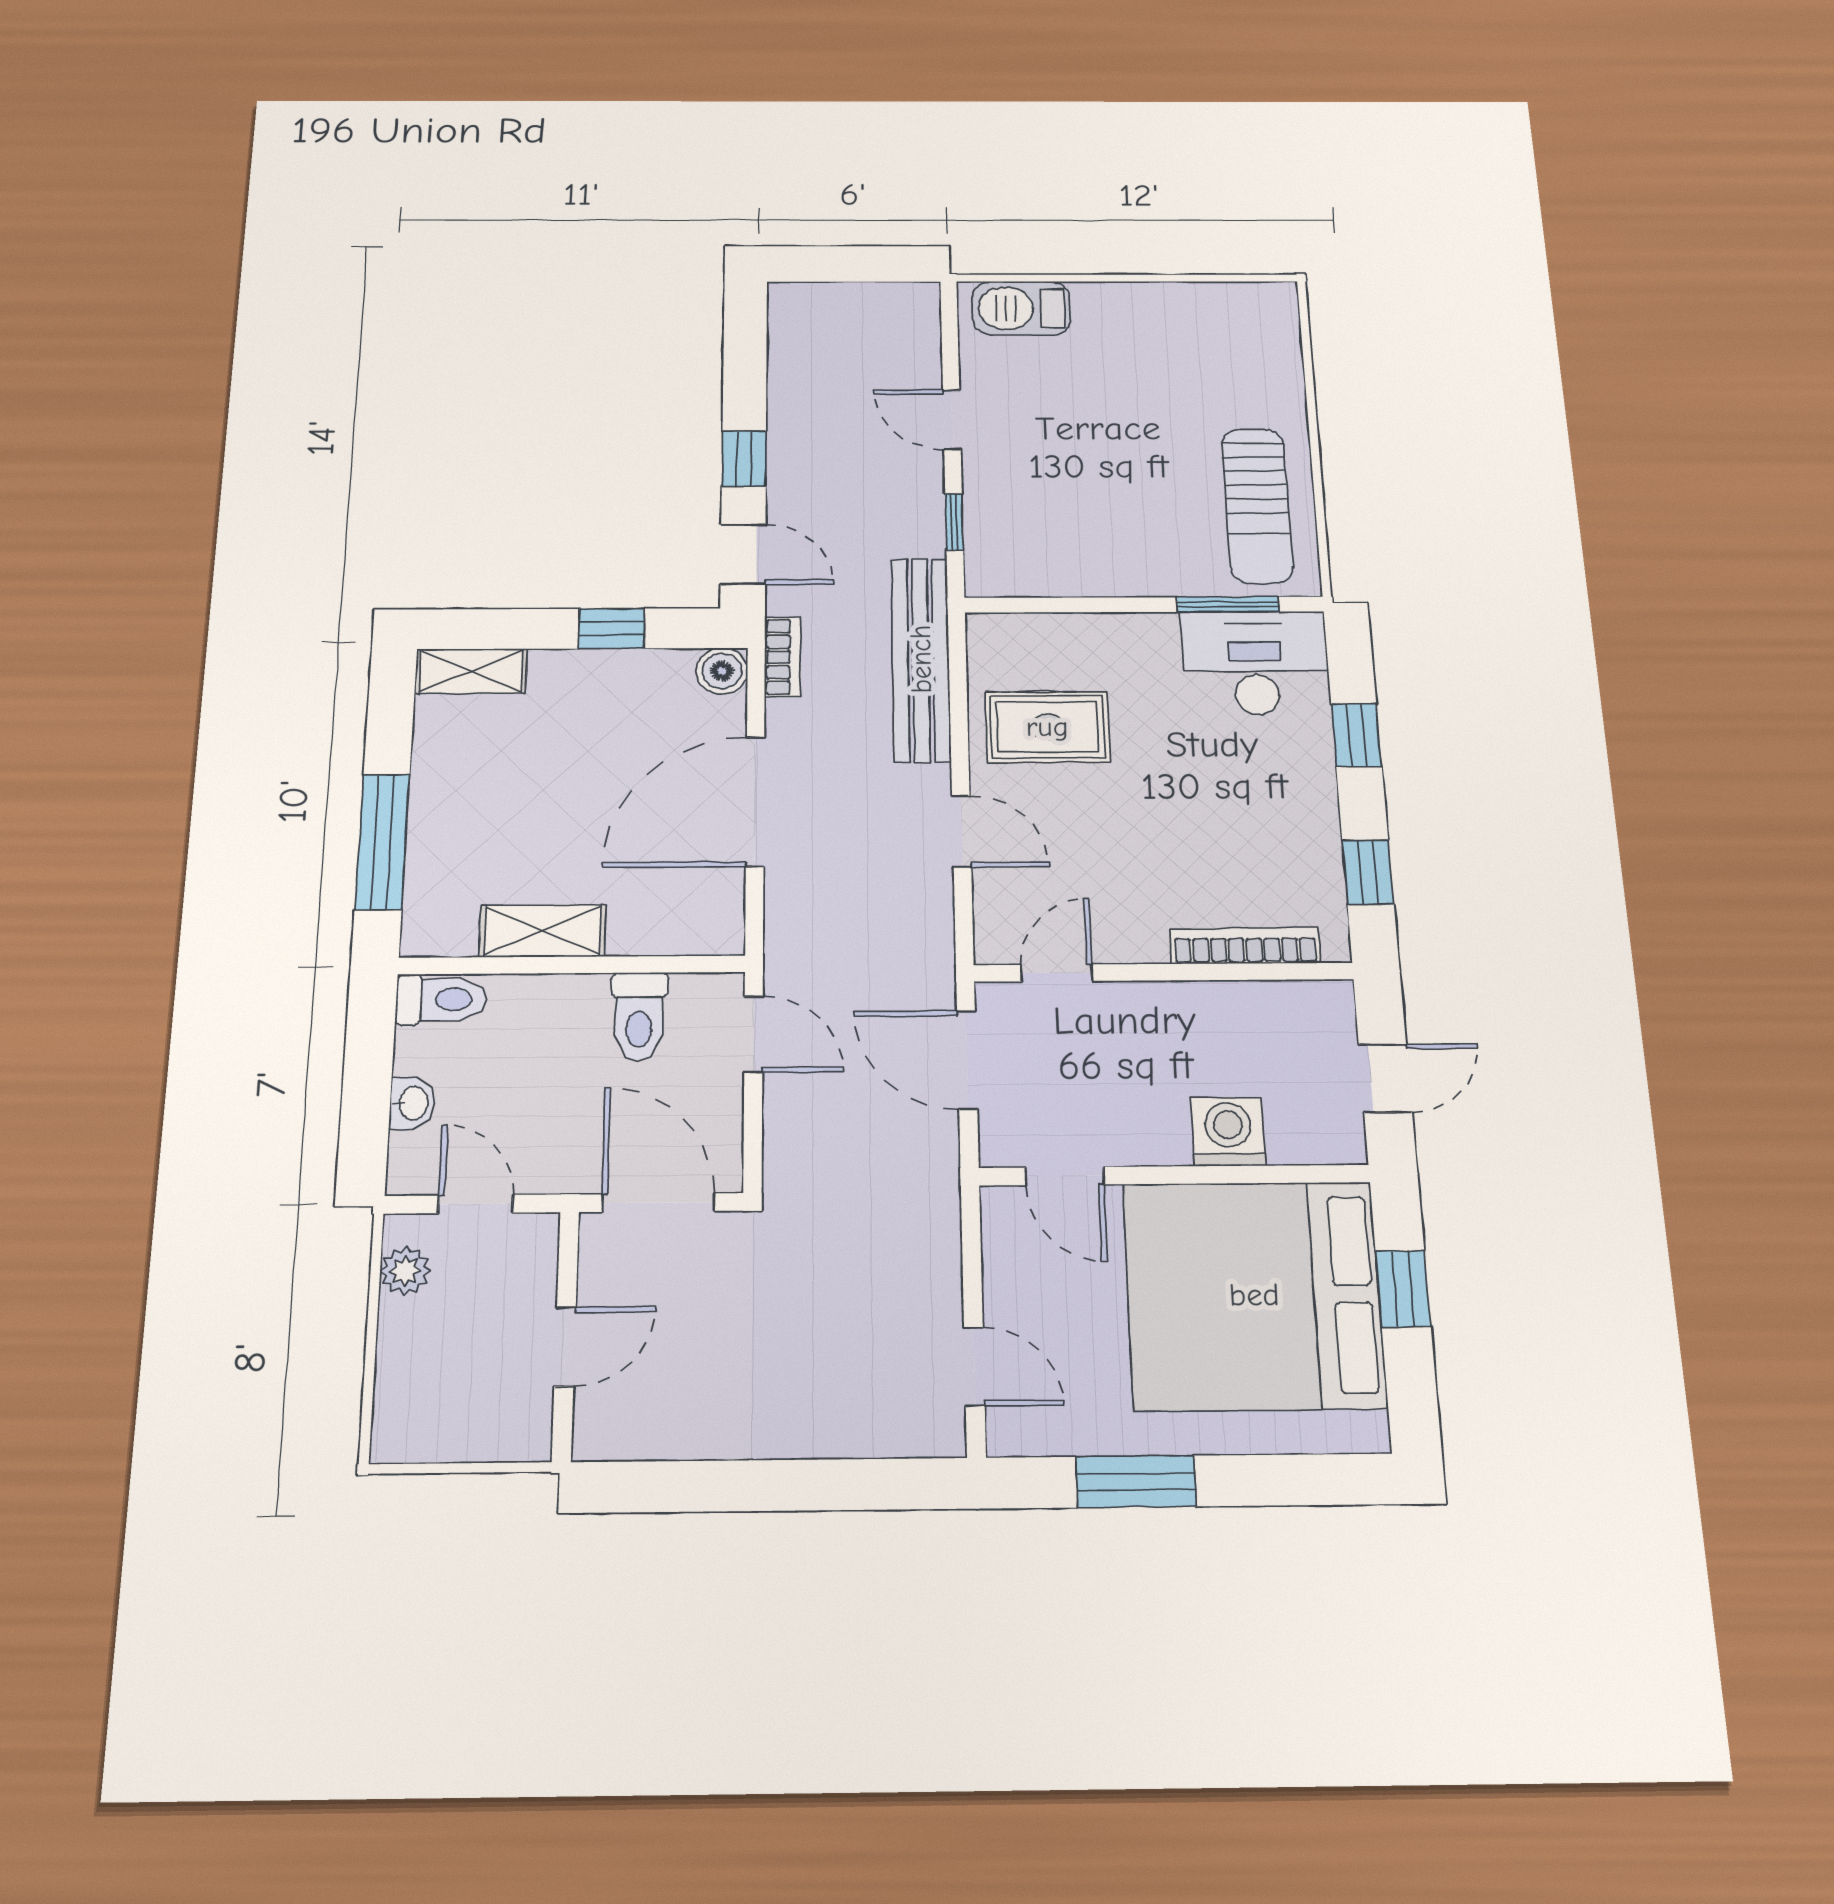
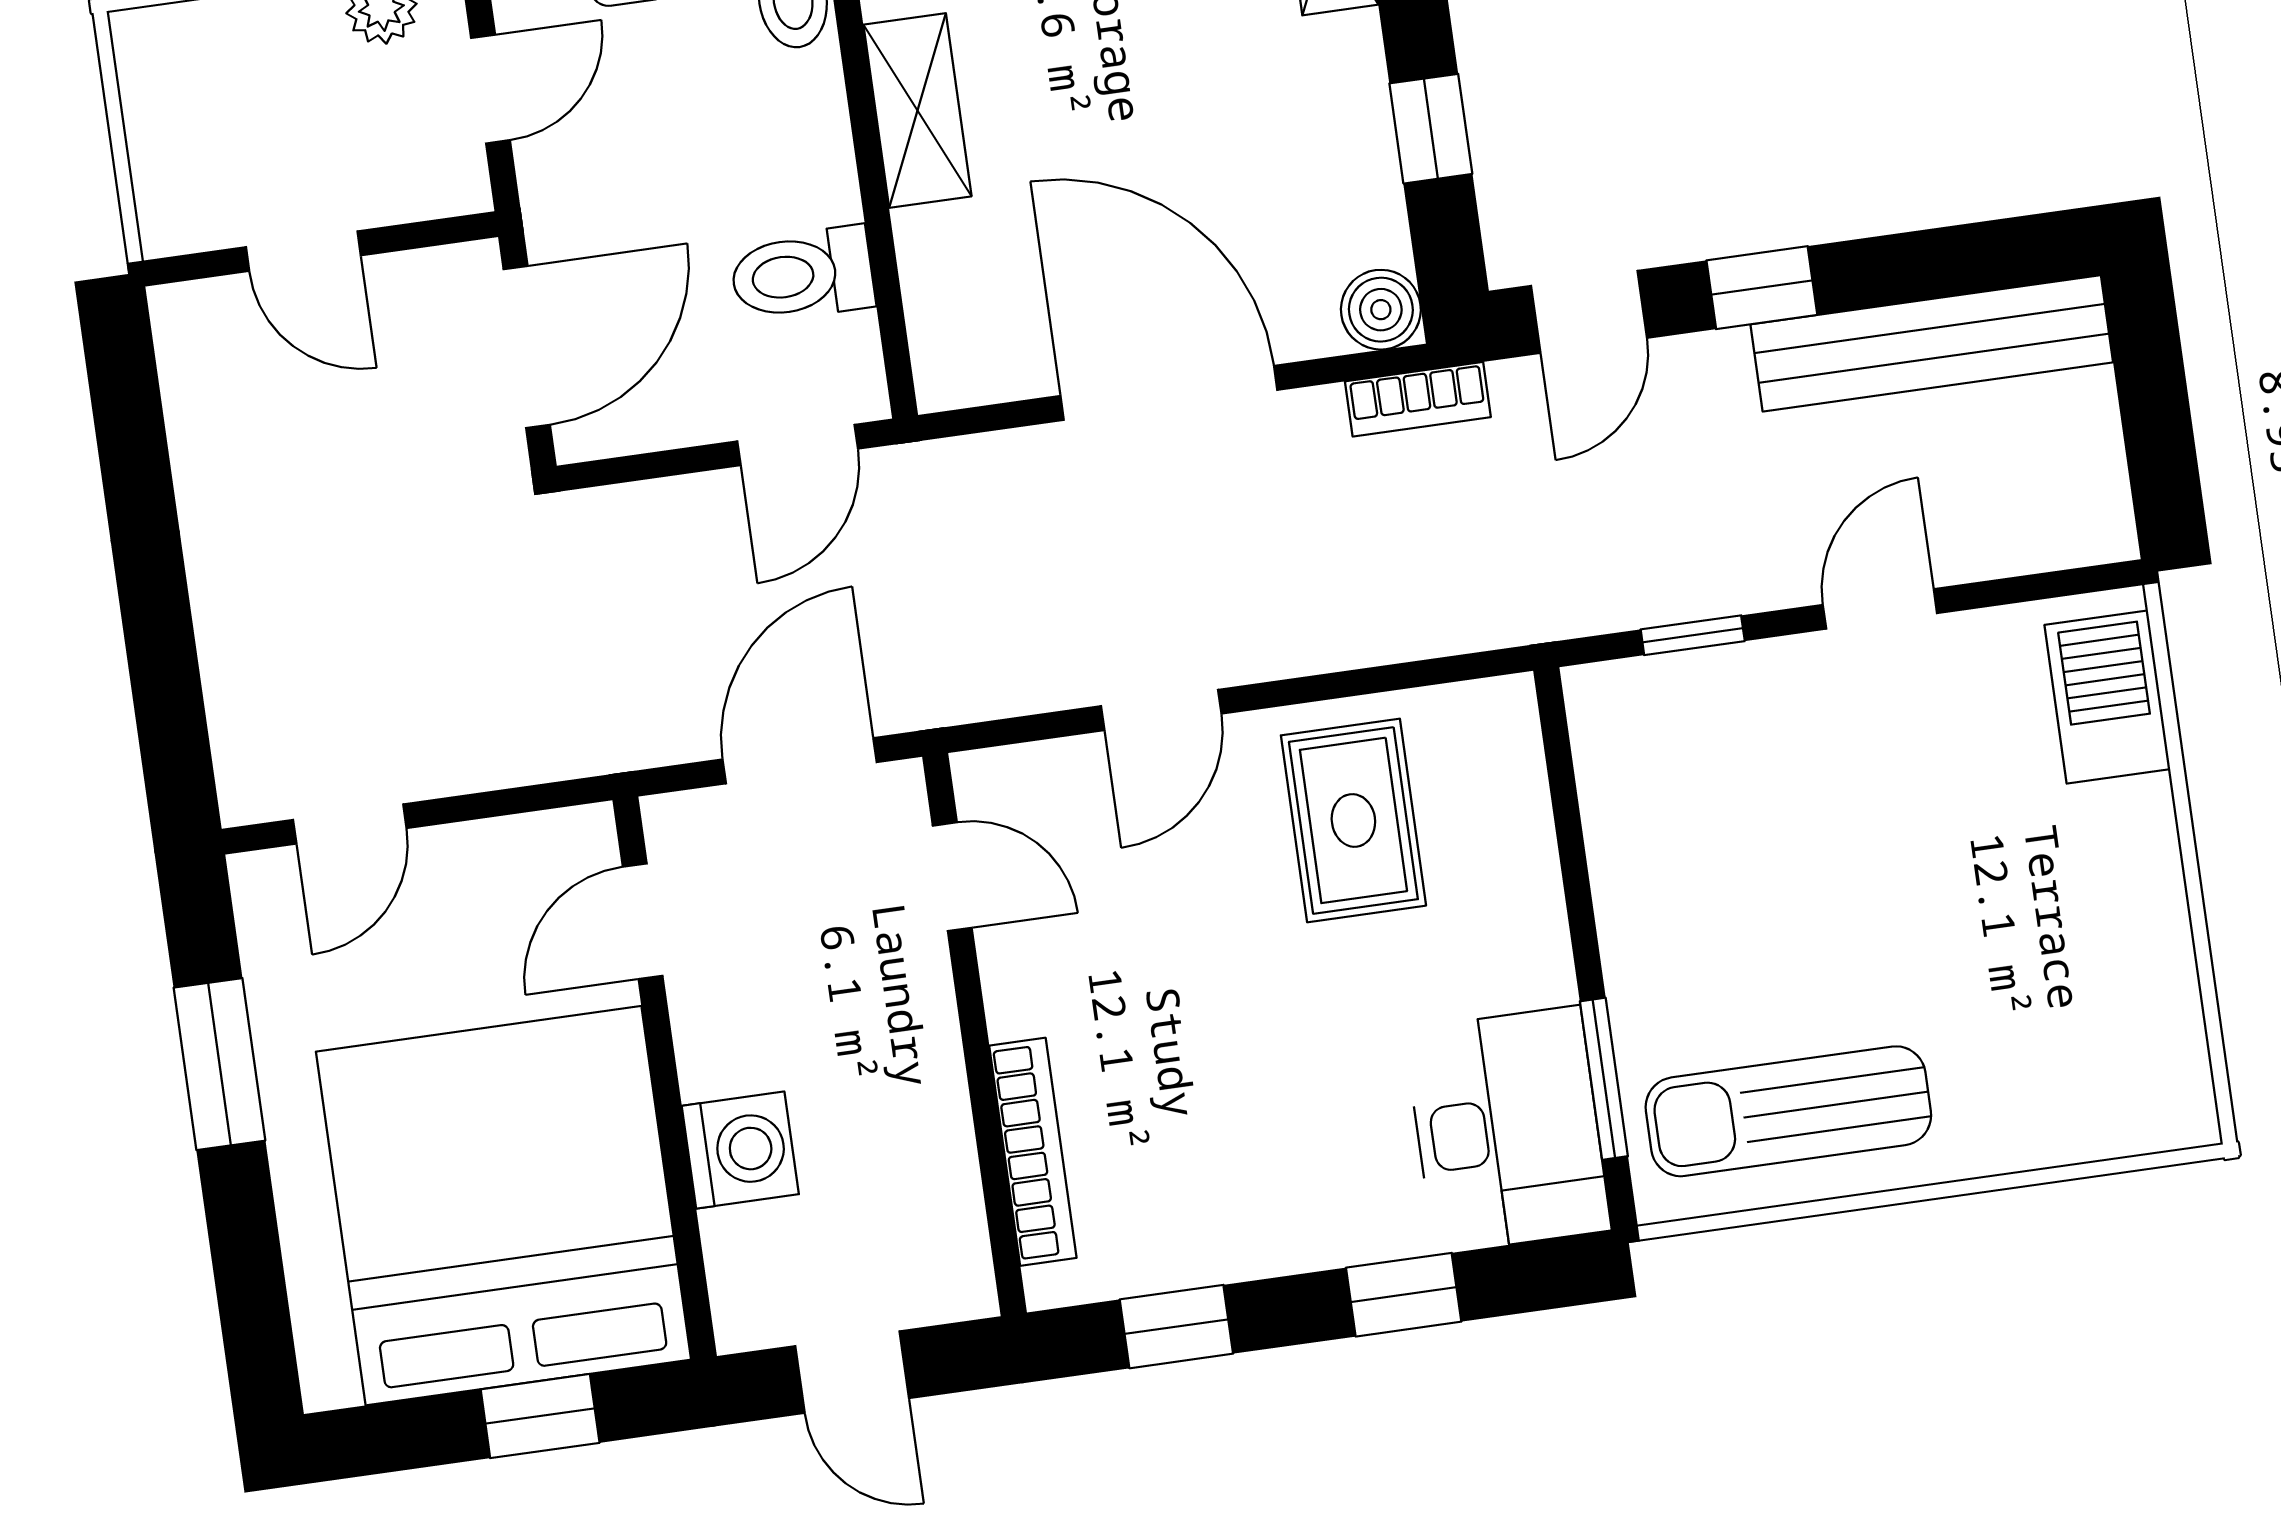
bench: (921, 659) -> (1932, 343), moved

